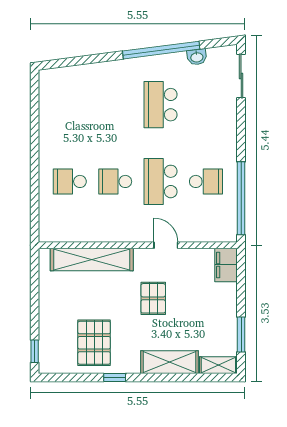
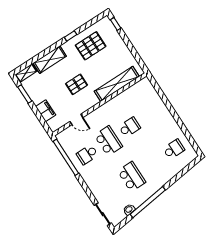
school desk: (70, 181) -> (174, 149), moved
door: (166, 245) -> (76, 119), moved
filing cabinet: (226, 265) -> (46, 111), moved
pallet: (153, 298) -> (76, 84), turned 90
pallet: (94, 343) -> (91, 46), turned 90

